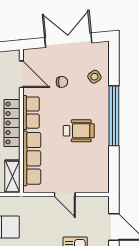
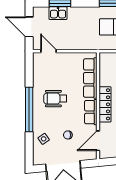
door: (21, 74) -> (98, 141), hinge flipped
shelving: (12, 176) -> (105, 65), removed
door: (65, 195) -> (49, 51), moved

